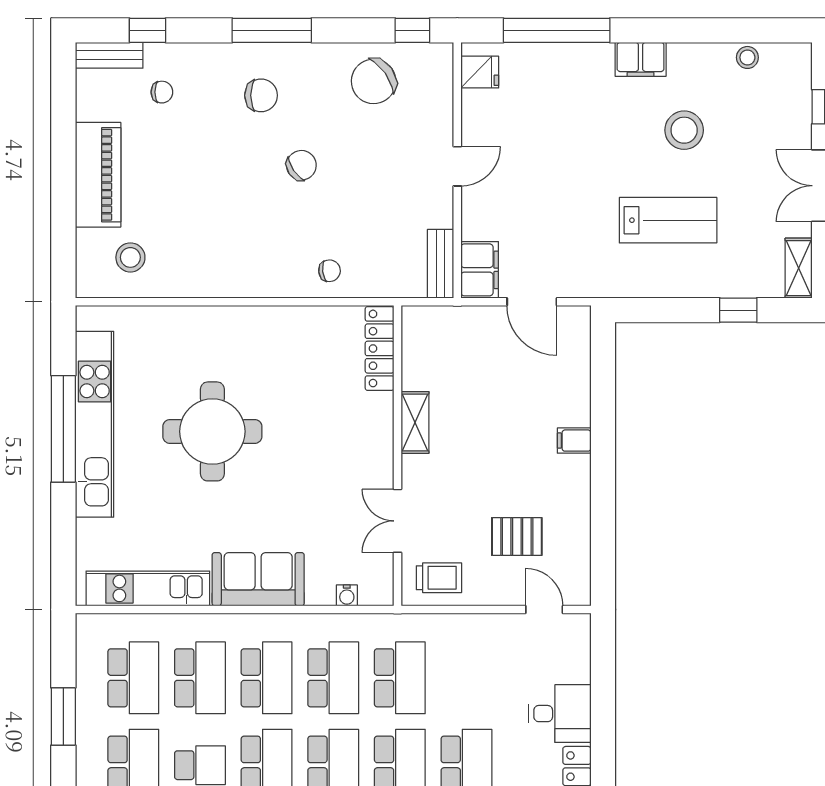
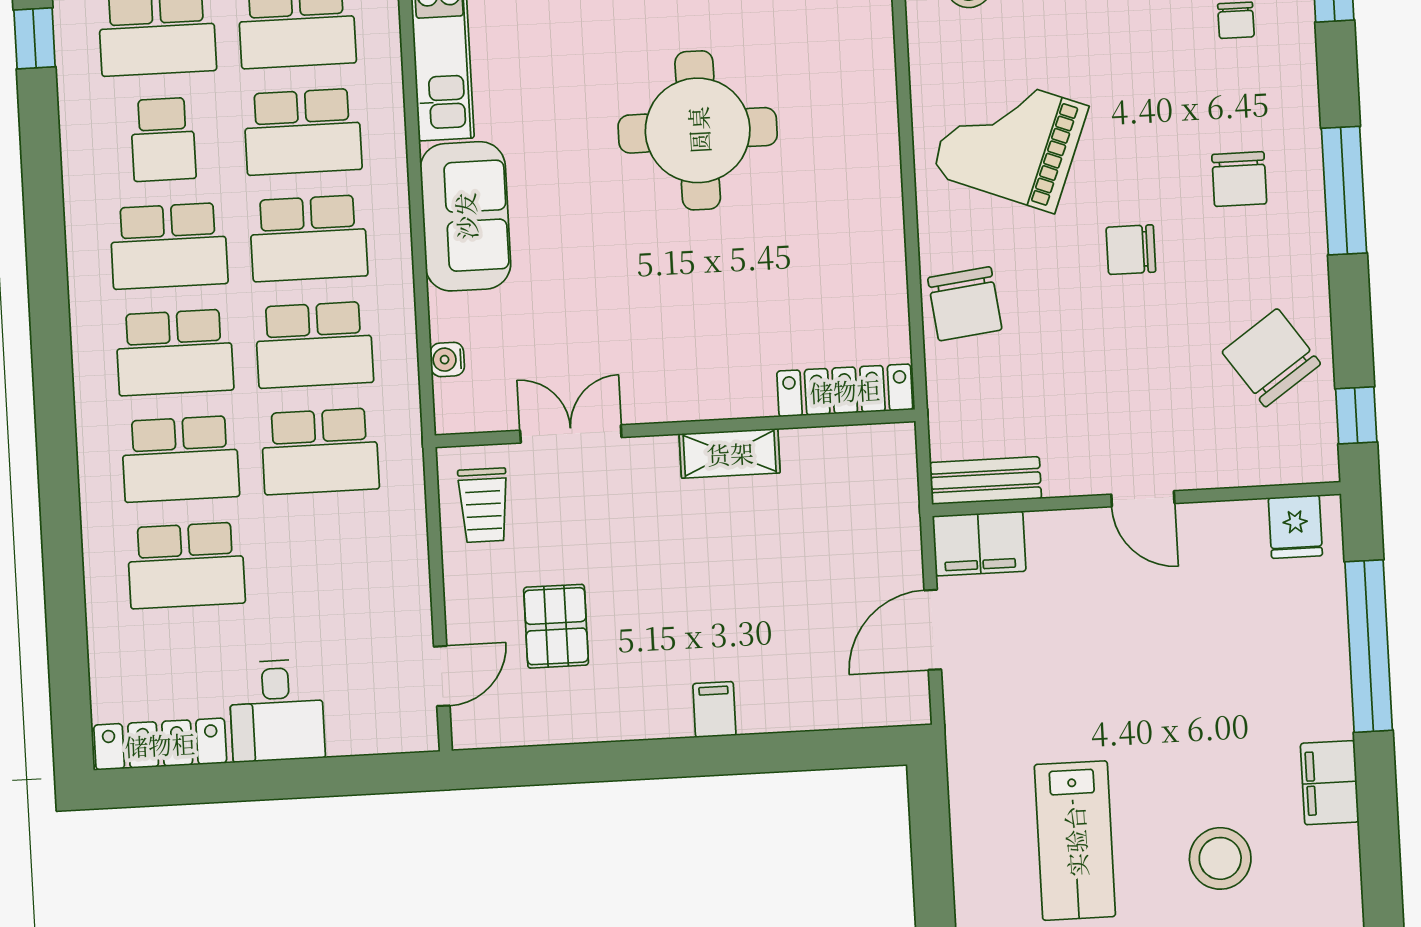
chair: (301, 165) -> (1131, 250), turned 124
grand piano: (229, 237) -> (1010, 140), added
chair: (330, 271) -> (965, 304), width x1.87, depth x1.87

